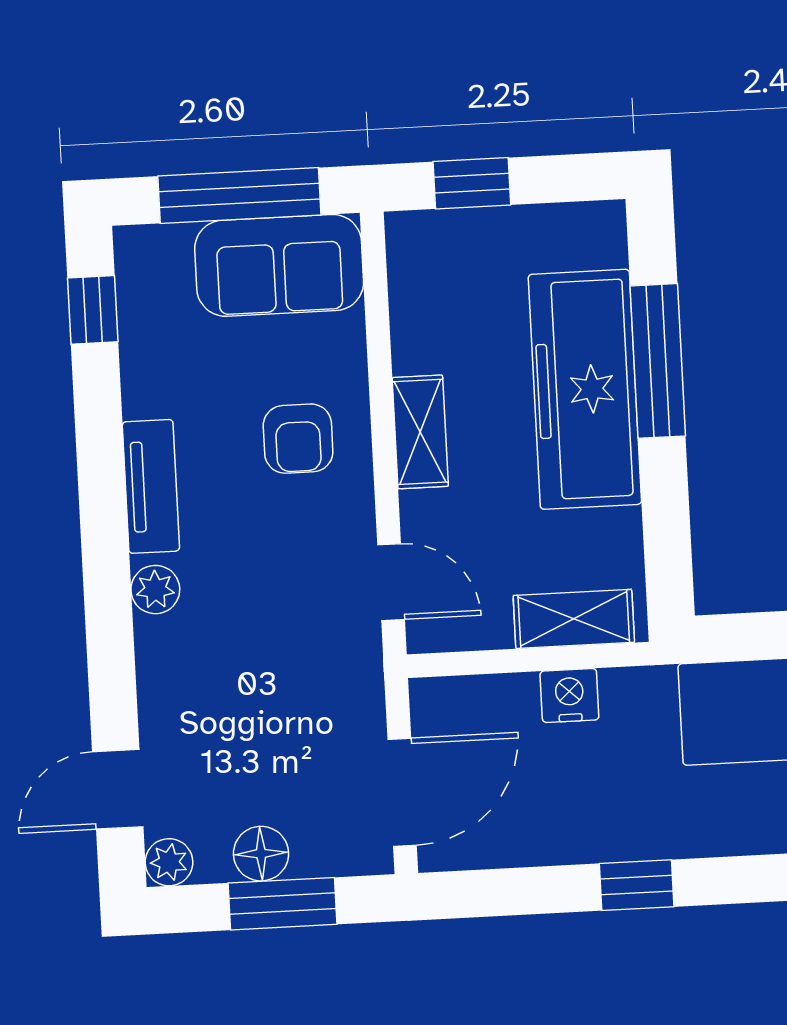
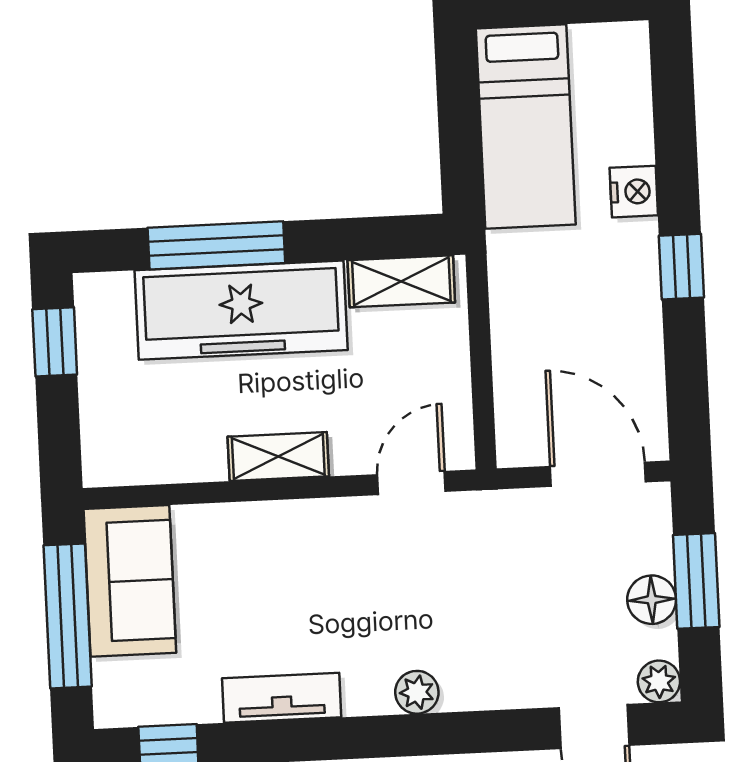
window: (472, 183) -> (55, 342), moved
armchair: (298, 439) -> (284, 565), removed
tv unit: (151, 486) -> (282, 698), moved
shelving: (574, 619) -> (401, 281), moved, turned 90
nightstand: (569, 695) -> (634, 192), moved, turned 180

